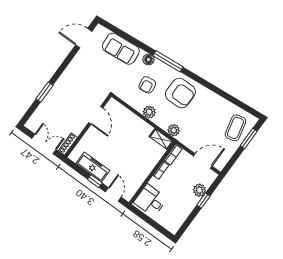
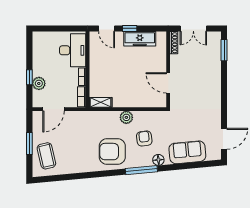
window: (44, 92) -> (224, 50), moved
plant: (174, 130) -> (96, 117), removed
window: (249, 138) -> (29, 143), moved
desk: (150, 200) -> (73, 50), width x1.37

